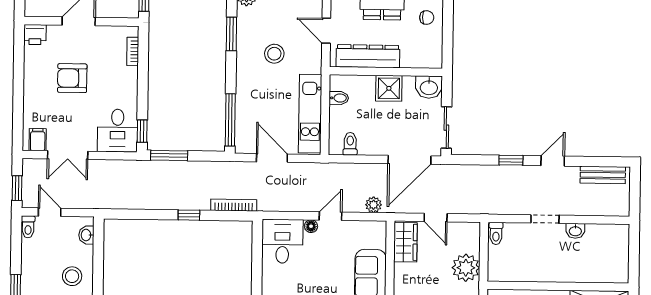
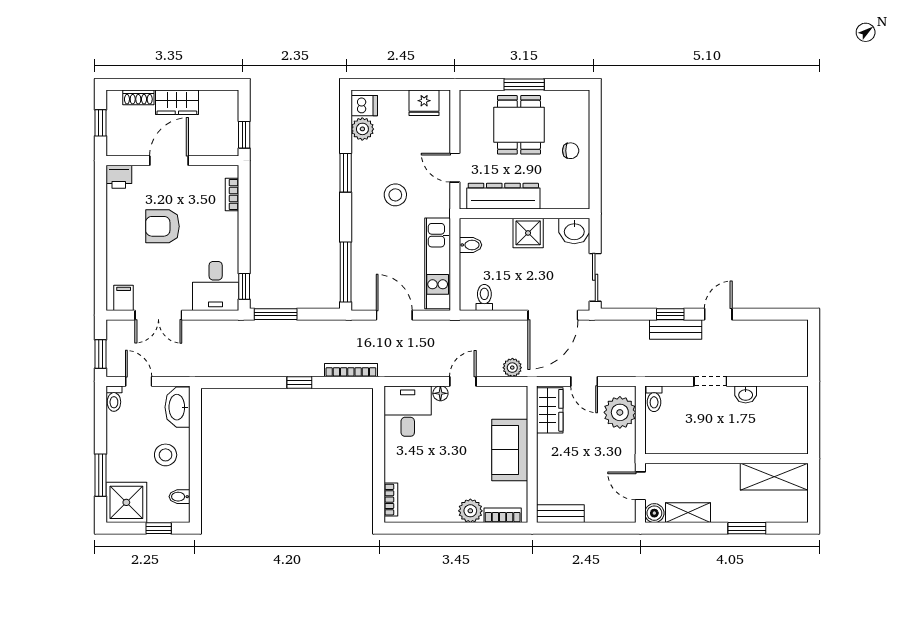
bench: (603, 175) -> (676, 329), moved
washbasin: (86, 235) -> (178, 407), width x1.91, depth x1.45
plant: (466, 268) -> (620, 412), moved

